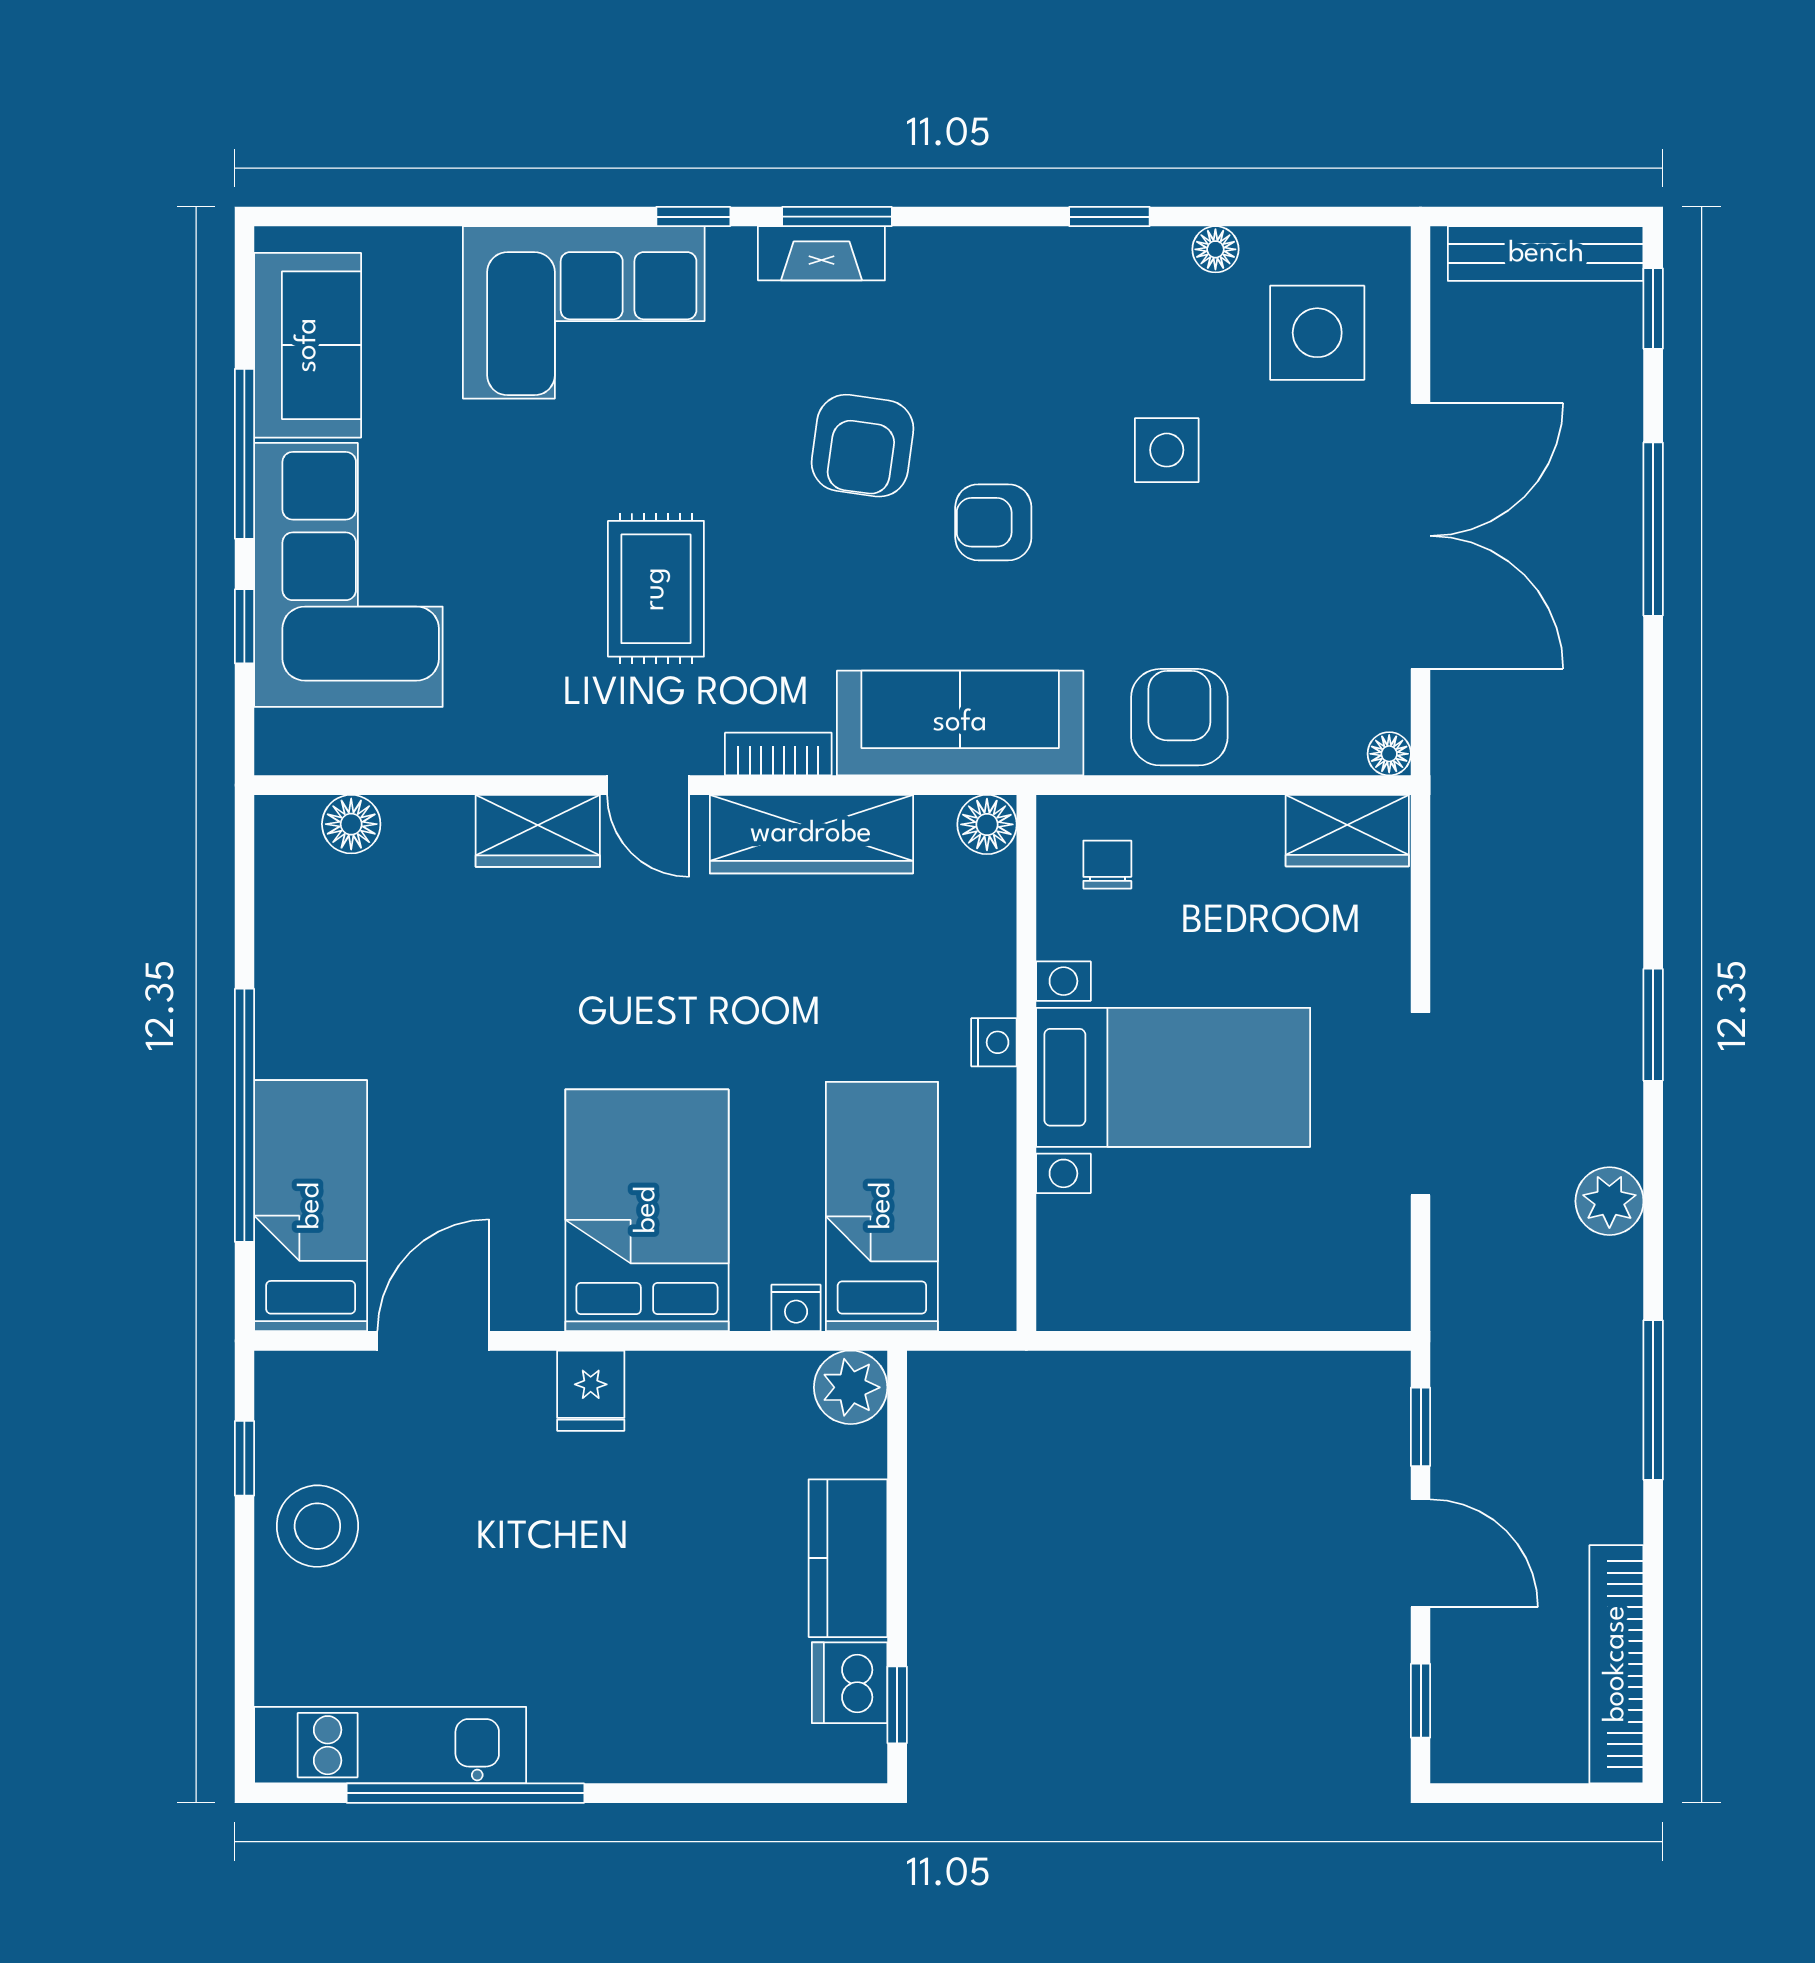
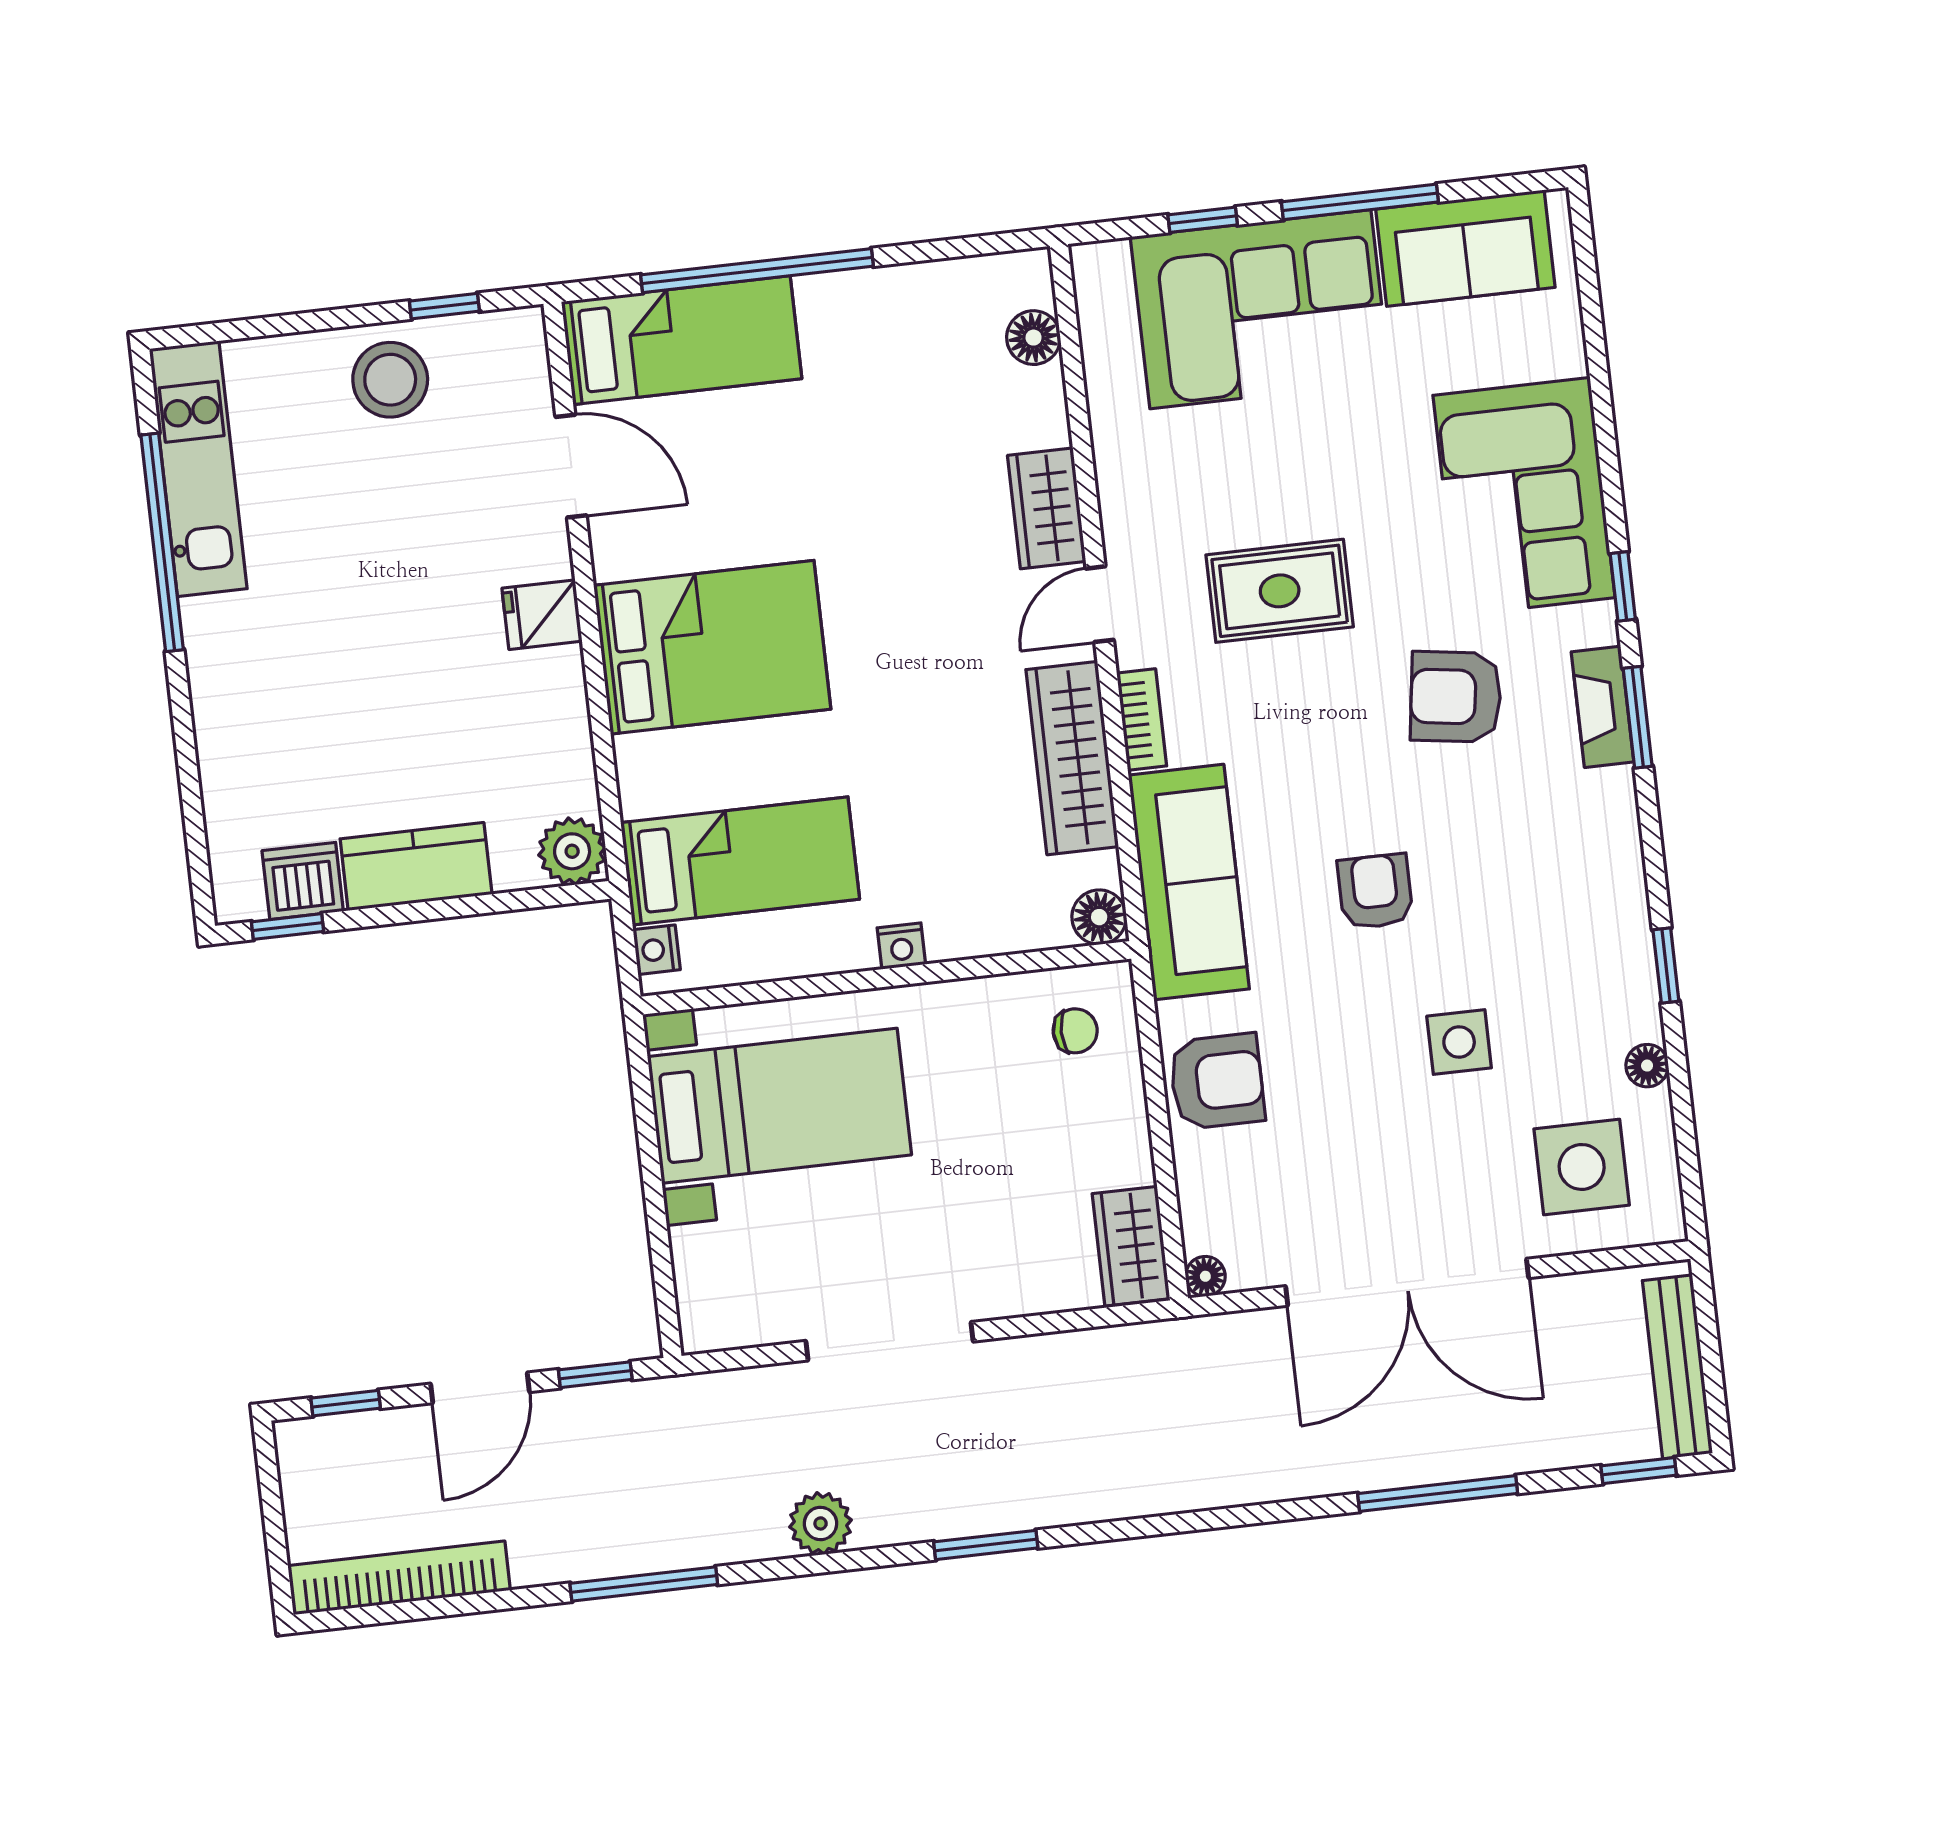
armchair: (862, 446) -> (1456, 697), moved
bed with nightstands: (1173, 1077) -> (779, 1106), moved, turned -90
nightstand: (796, 1308) -> (657, 950), moved

